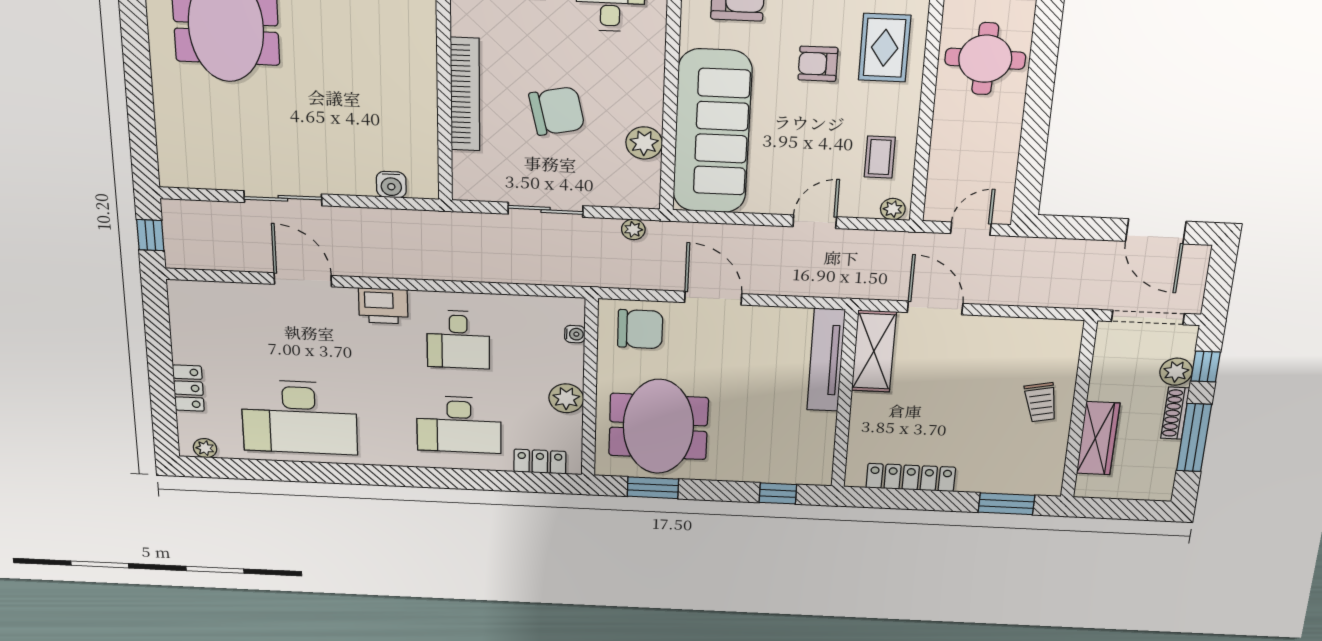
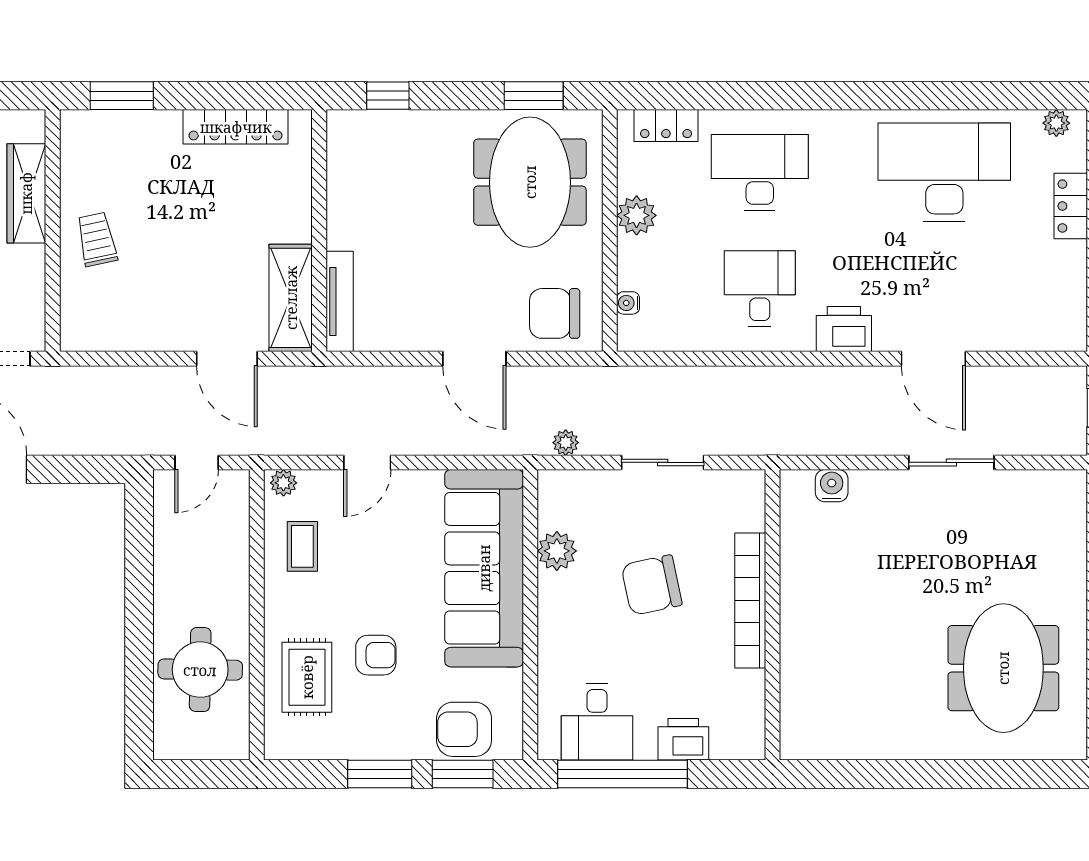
tv unit: (826, 360) -> (340, 301), width x0.73, depth x0.78

